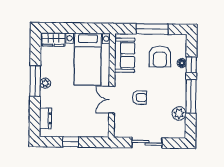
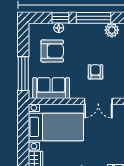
window: (152, 29) -> (23, 74), moved

